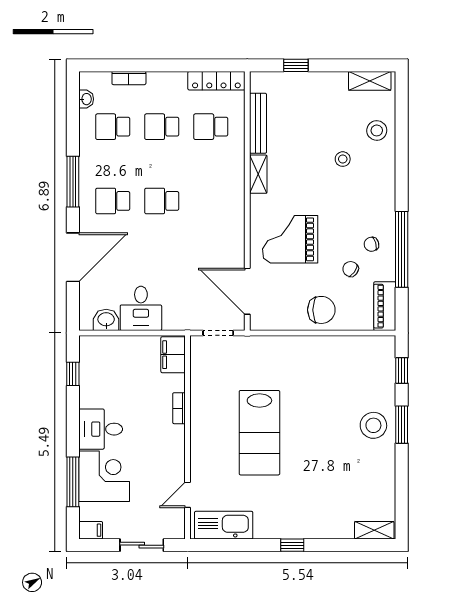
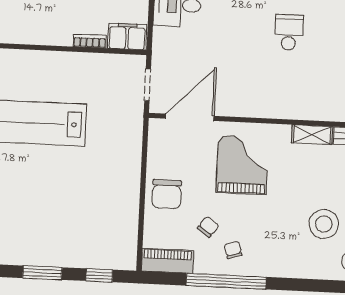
stool: (343, 159) -> (324, 224), width x1.89, depth x1.89
bookcase: (179, 408) -> (90, 41), moved
stool: (373, 425) -> (43, 243), removed

